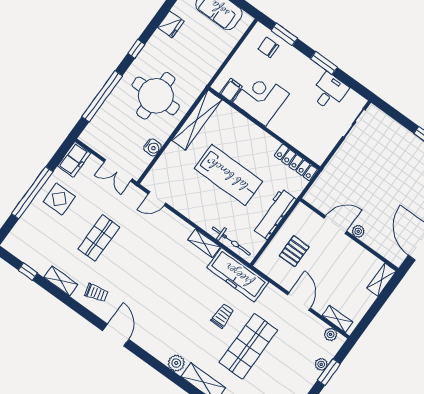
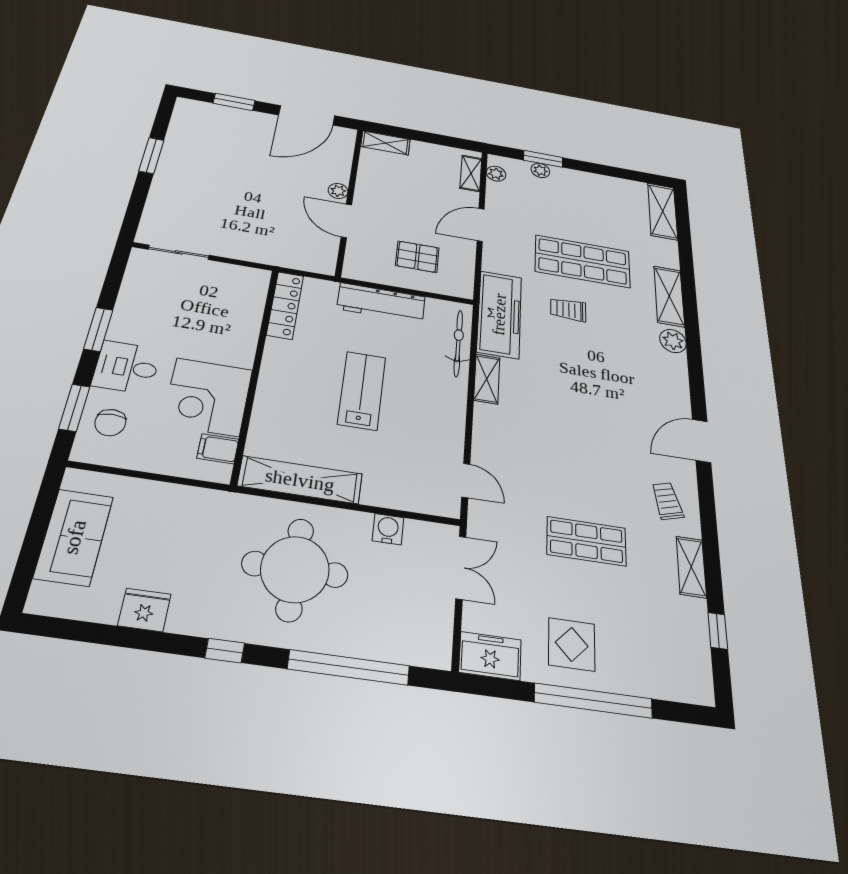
desk: (329, 92) -> (127, 367), moved
lab bench: (228, 175) -> (362, 390), width x0.73, depth x0.72

